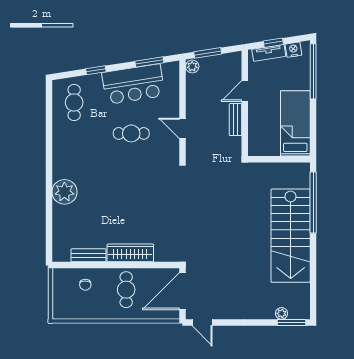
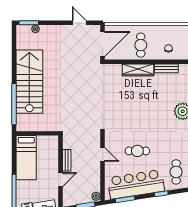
bar counter: (133, 84) -> (136, 184), width x1.36
door: (202, 323) -> (79, 23), moved

